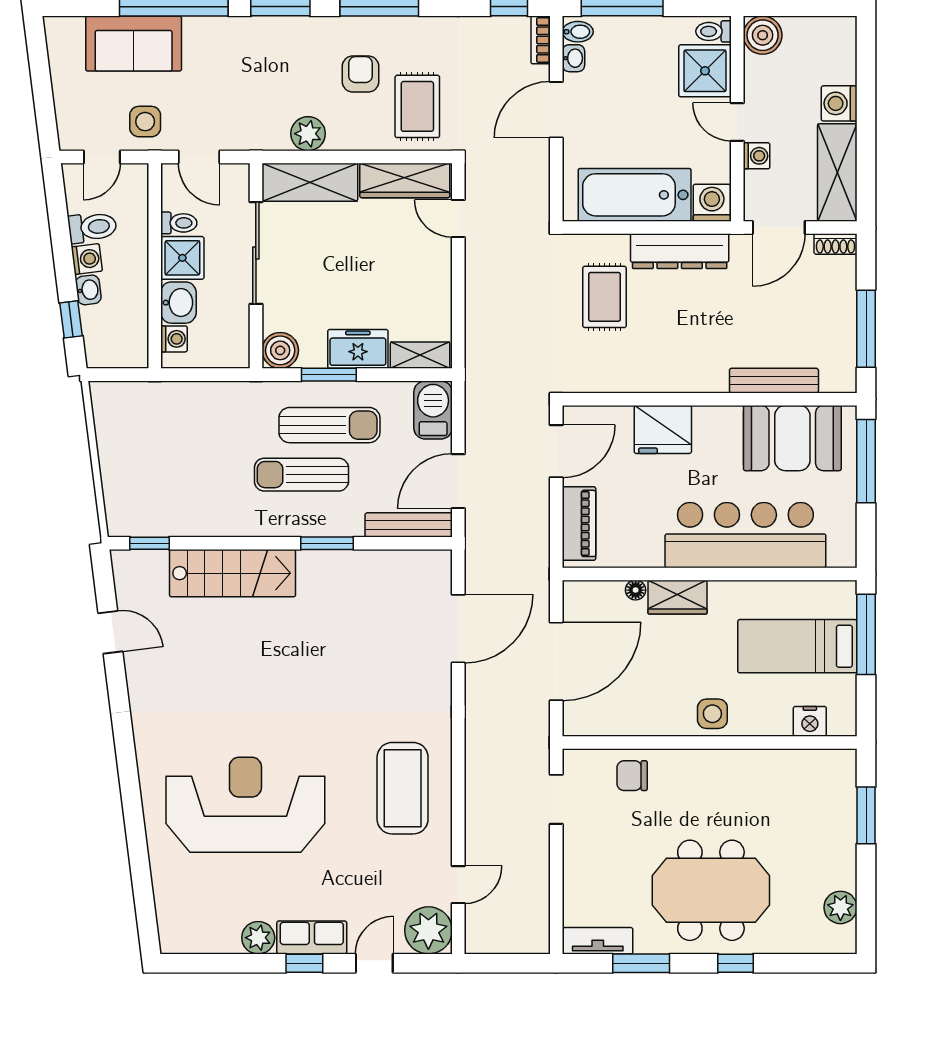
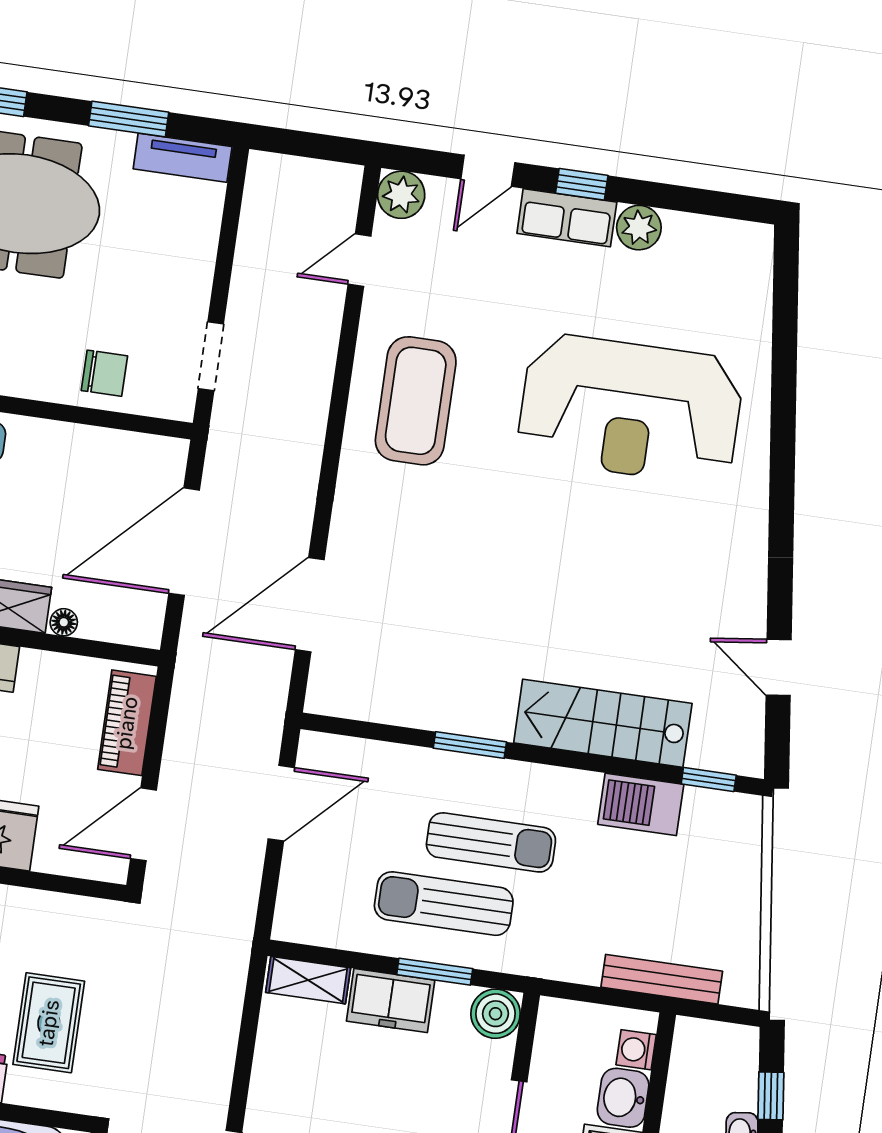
barbecue: (433, 410) -> (641, 804), moved, turned 90
bench: (409, 525) -> (662, 979), moved
plant: (428, 930) -> (401, 195), width x0.73, depth x0.73

